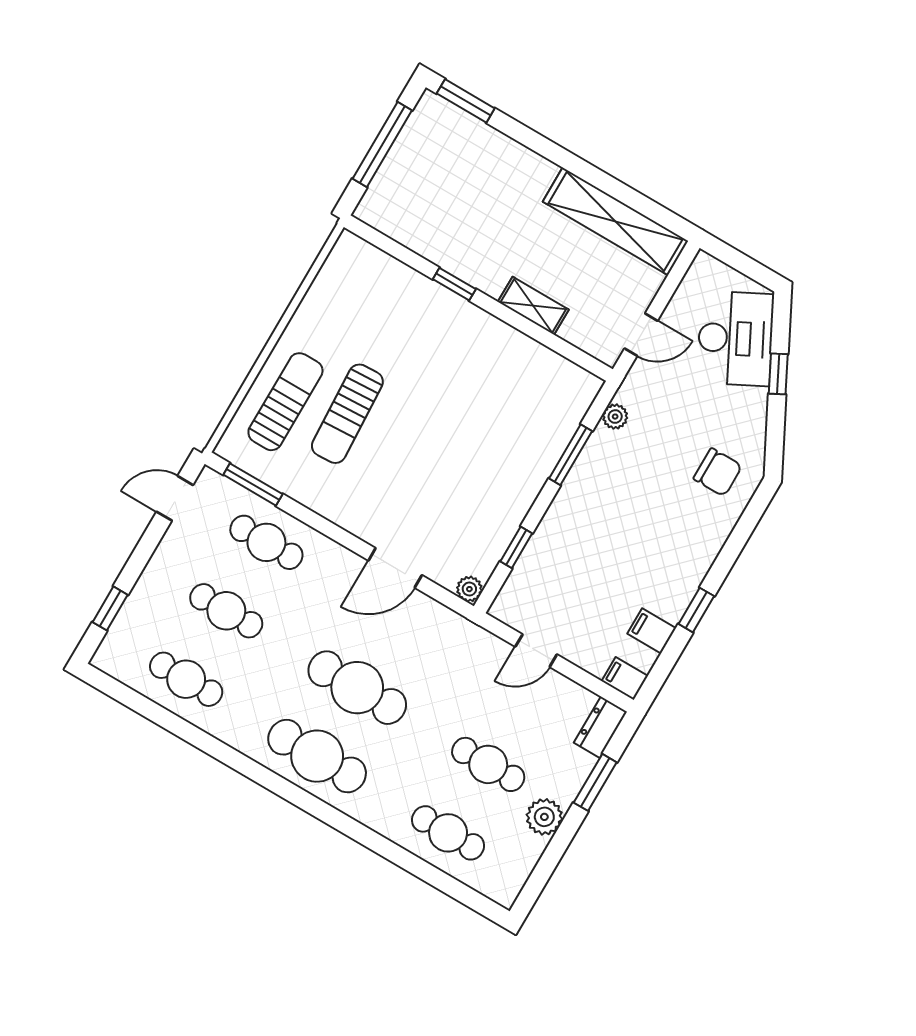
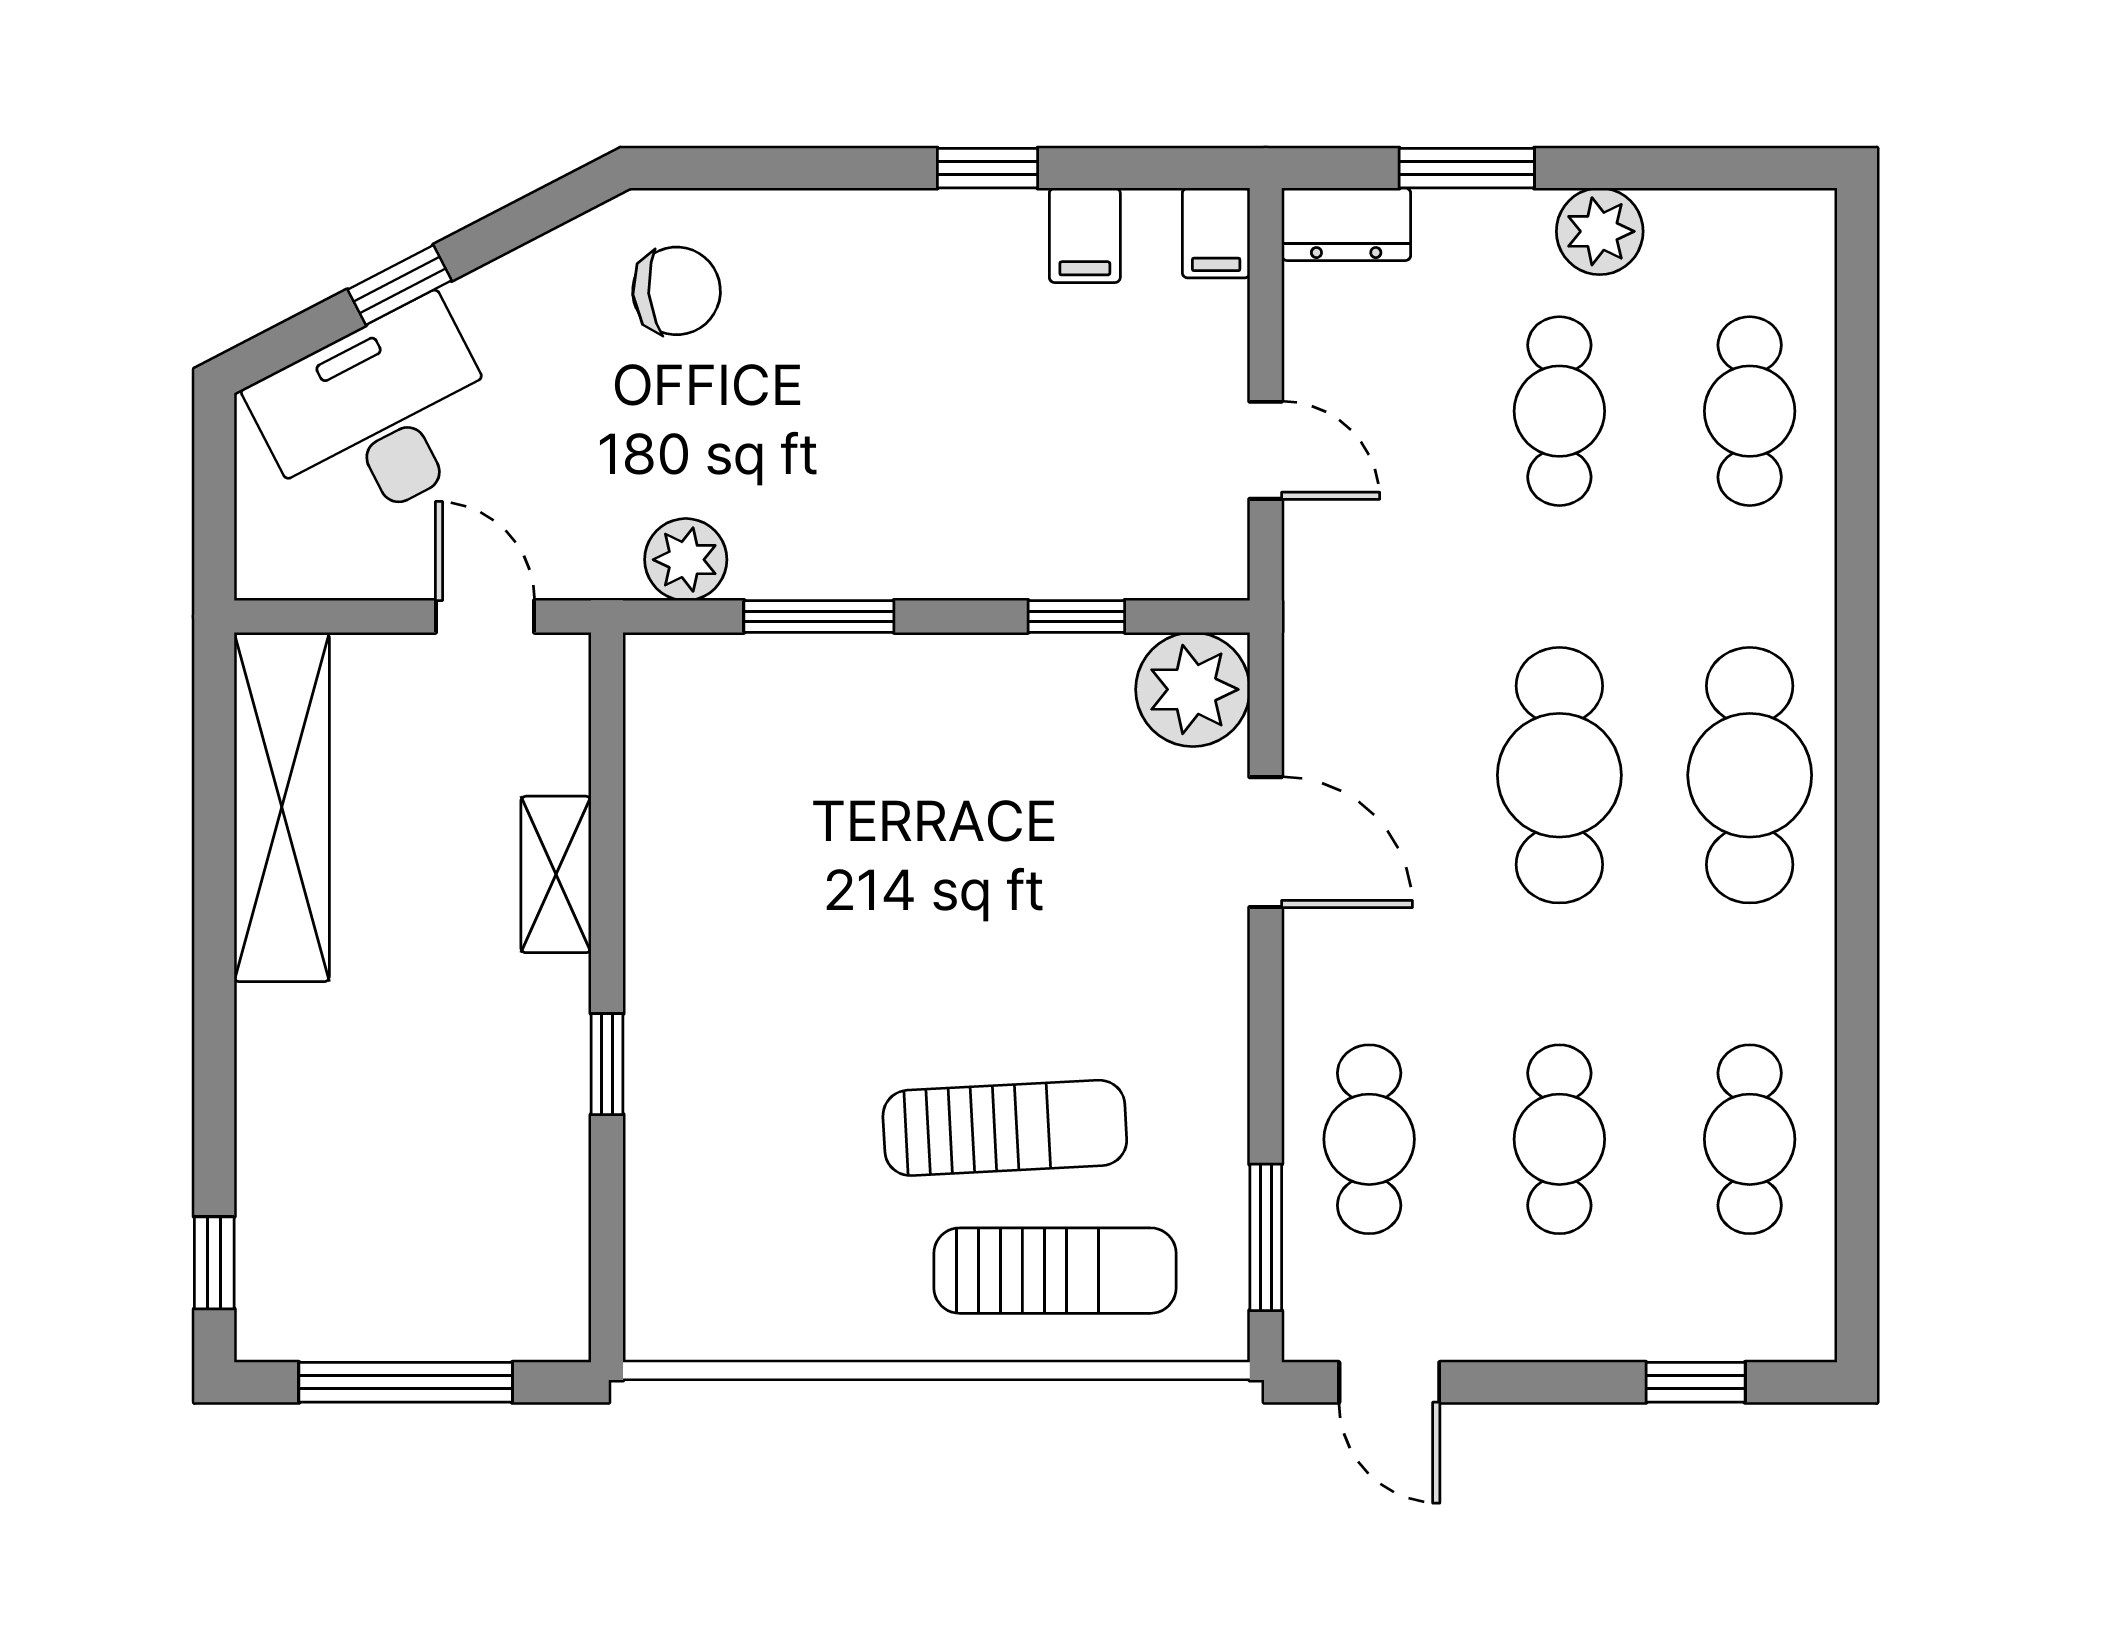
window: (466, 101) -> (214, 1263), width x0.67
sun lounger: (285, 402) -> (1055, 1271), turned 180
plant: (615, 417) -> (686, 560), width x1.38, depth x1.38
chair: (718, 472) -> (677, 291), turned 85
plant: (469, 589) -> (1193, 689), width x1.88, depth x1.88

